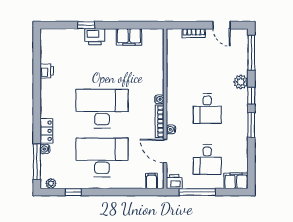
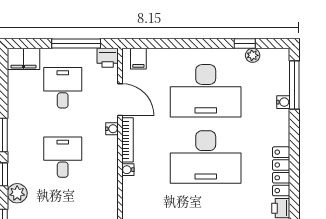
locker: (46, 131) -> (281, 171), moved, width x1.53
plant: (51, 183) -> (253, 55), moved

